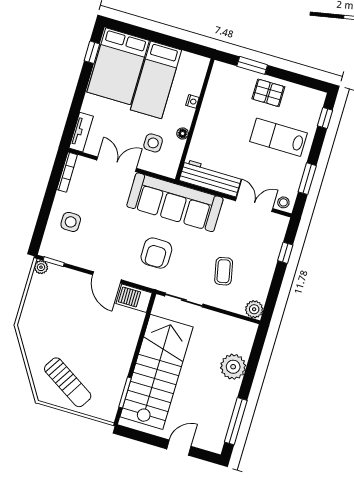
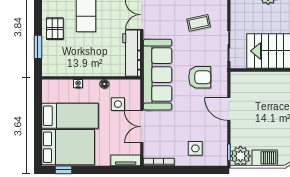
plant: (41, 267) -> (240, 156), width x1.88, depth x1.88
door: (107, 277) -> (229, 109), swing flipped
barbecue: (134, 298) -> (265, 158), moved, turned -90

